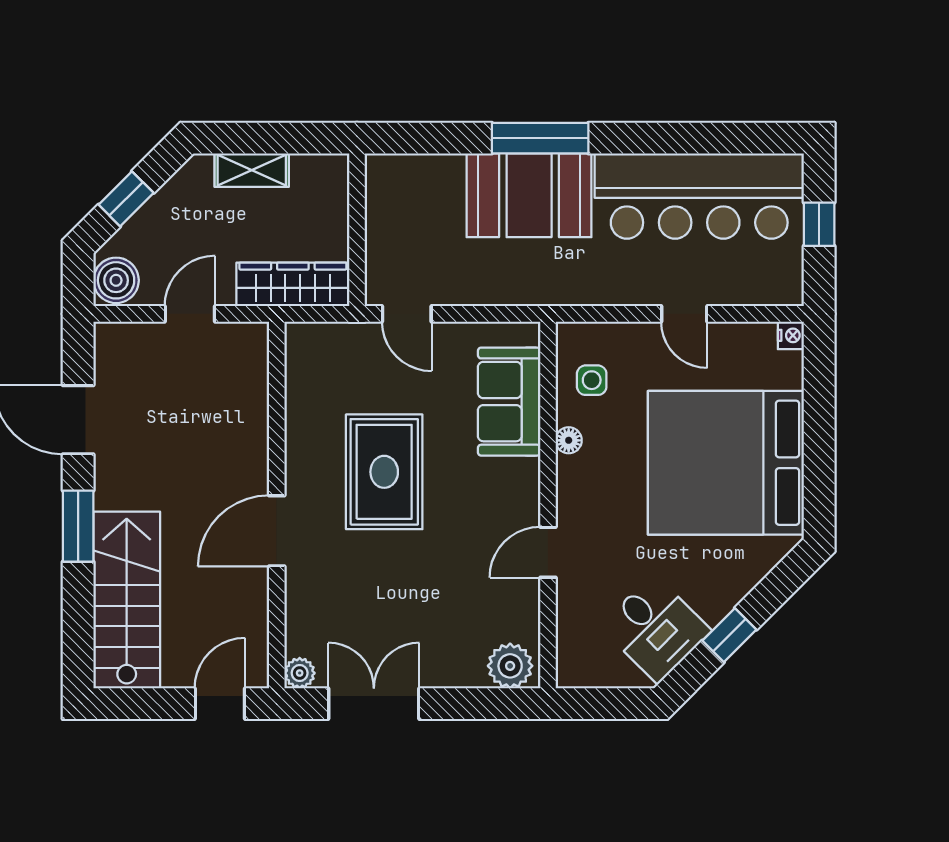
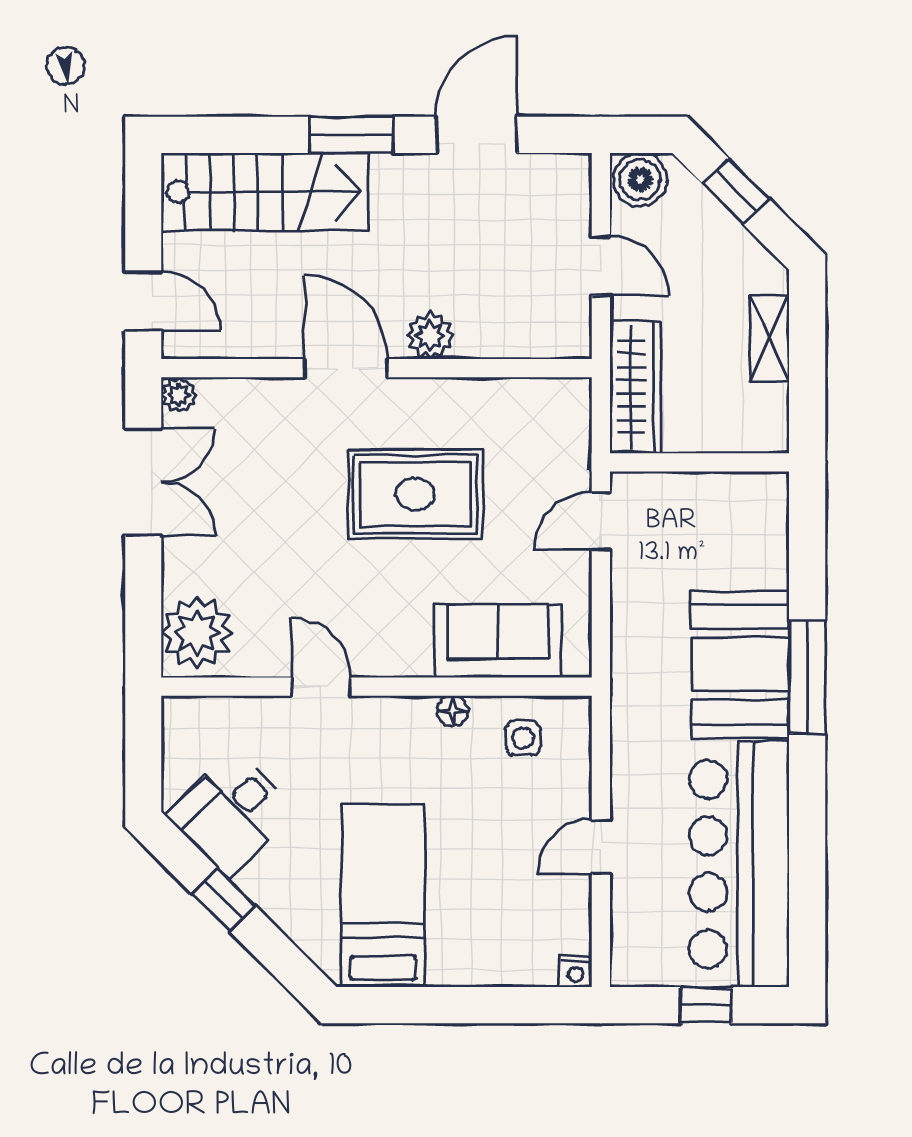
plant: (249, 459) -> (430, 336), added
bed: (726, 463) -> (383, 896), width x0.49
plant: (510, 666) -> (197, 633), width x1.36, depth x1.36

